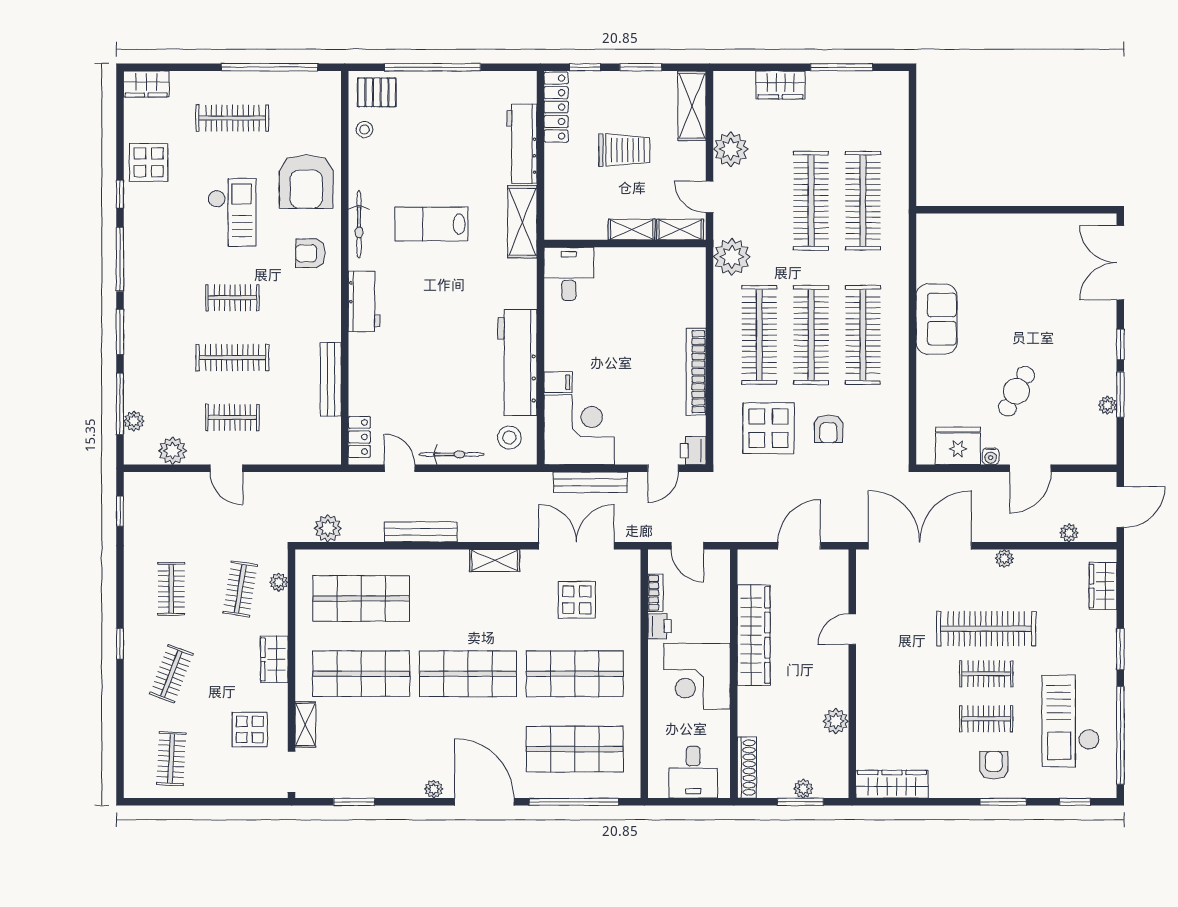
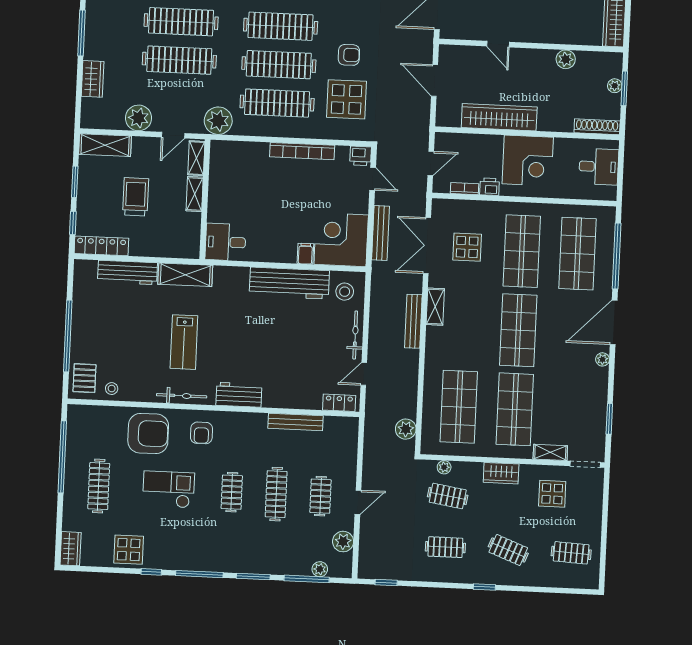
bench: (421, 532) -> (413, 321), moved

